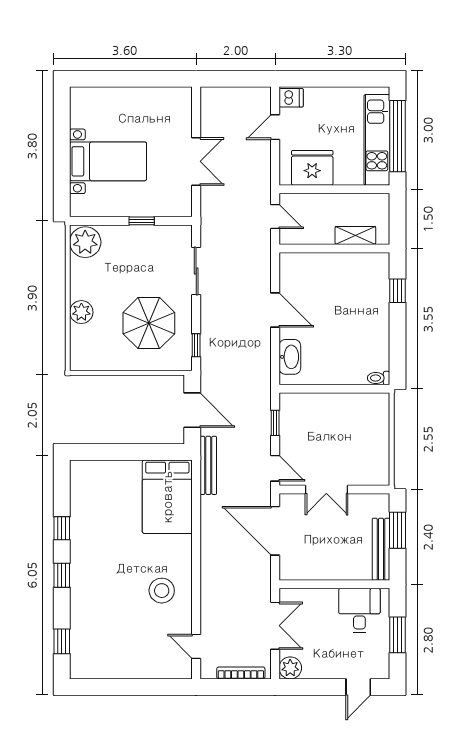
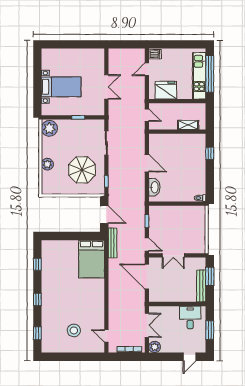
window: (62, 528) -> (37, 264), moved
stool: (162, 591) -> (74, 330), moved

